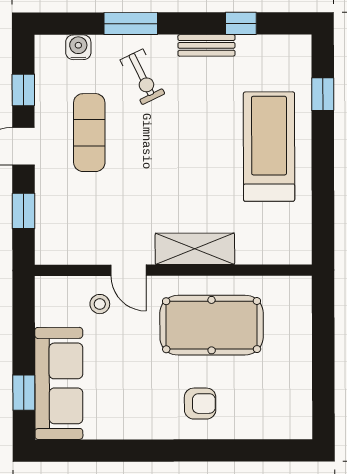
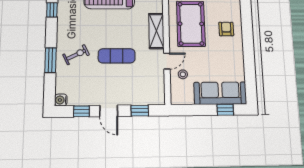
bench: (206, 45) -> (62, 25), removed
water cooler: (78, 47) -> (61, 100), moved
exercise mat: (89, 133) -> (117, 56), moved

